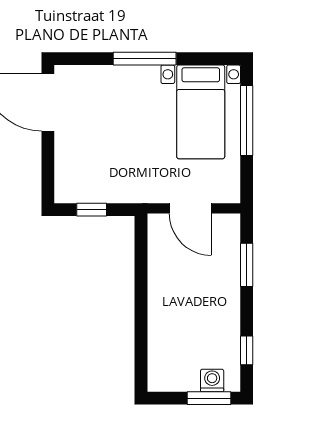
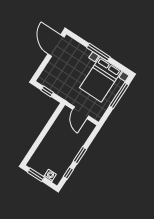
bed with nightstands: (201, 112) -> (101, 79), width x1.36
window: (247, 265) -> (80, 155), moved
window: (209, 398) -> (36, 175), moved

